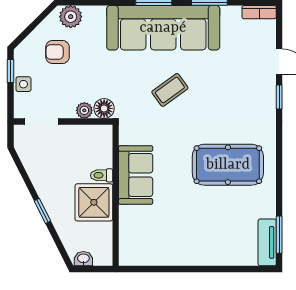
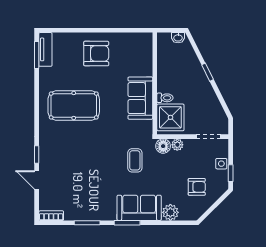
plant: (71, 17) -> (170, 212), moved
sofa: (163, 28) -> (139, 208), width x0.54, depth x0.79
coffee table: (170, 90) -> (135, 160), moved, turned -54
shower: (94, 202) -> (170, 117), moved
armchair: (197, 237) -> (96, 54), added

